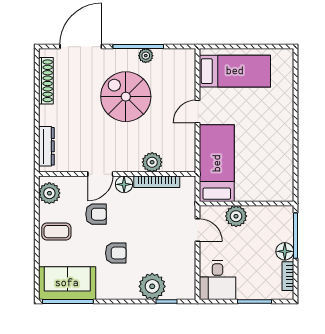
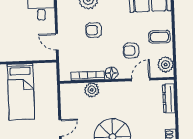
bed: (217, 163) -> (21, 92), moved
door: (100, 174) -> (141, 79), moved
plant: (236, 216) -> (29, 53), removed
armchair: (116, 253) -> (94, 30), moved

